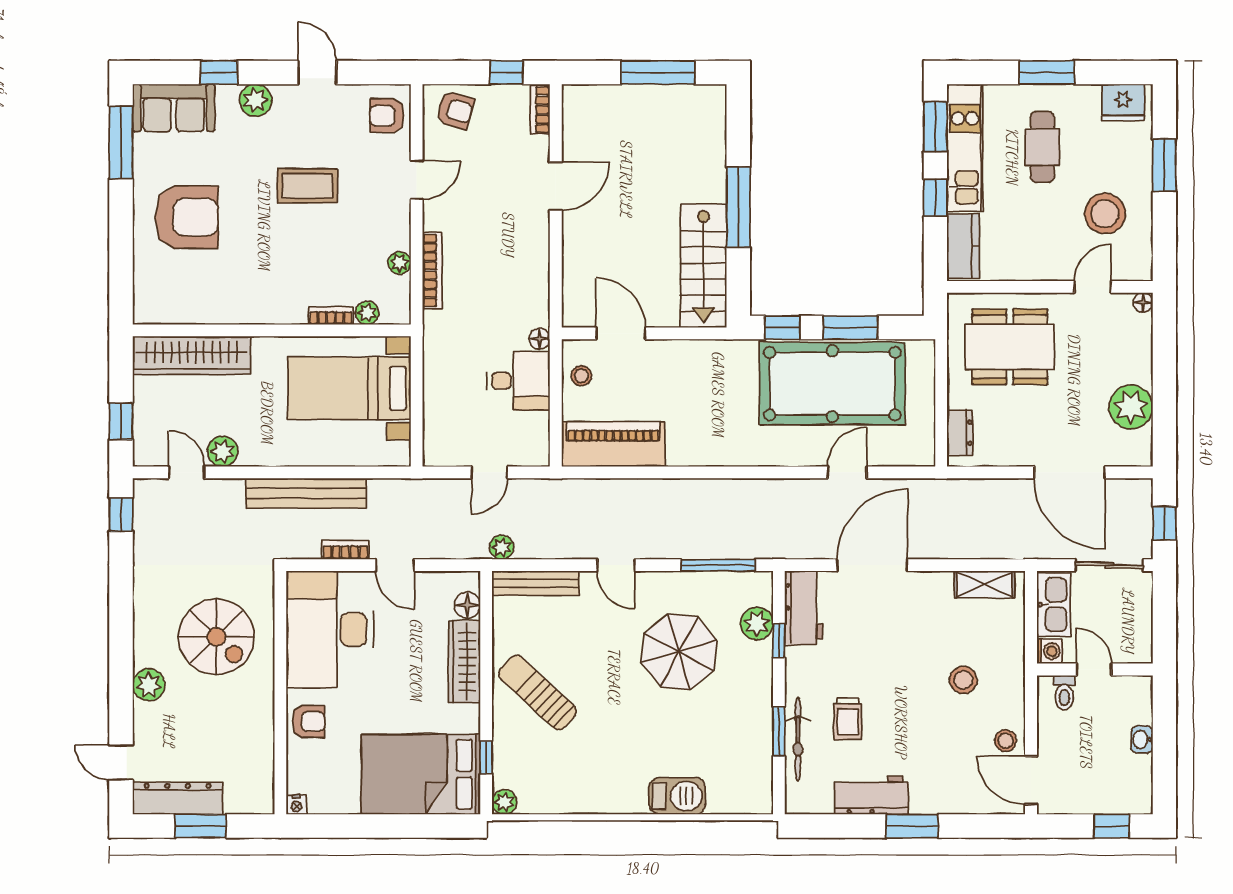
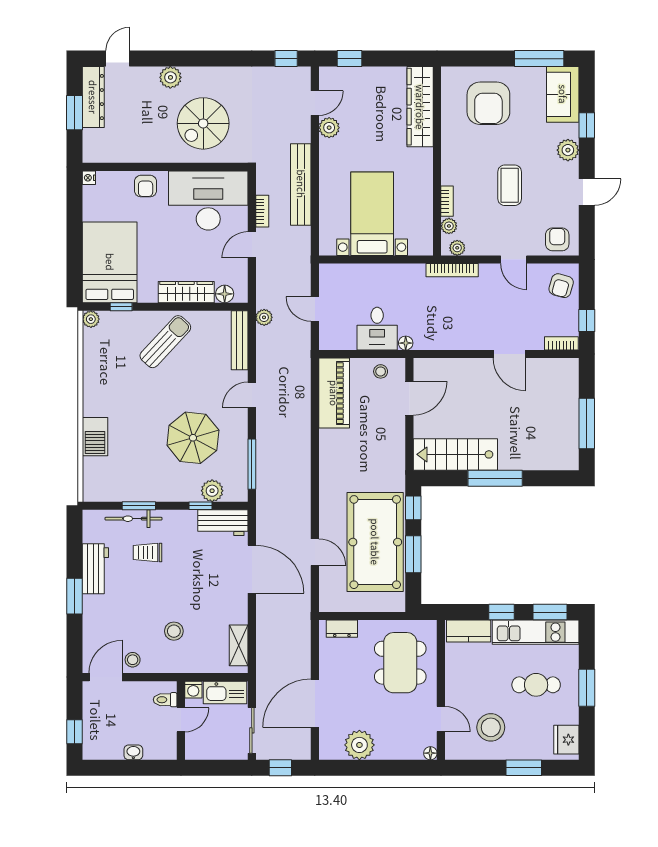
plant: (367, 313) -> (449, 226), moved
bookcase: (331, 316) -> (447, 201), moved
wall: (272, 330) -> (437, 161), moved
wardrobe: (192, 355) -> (420, 107), moved

